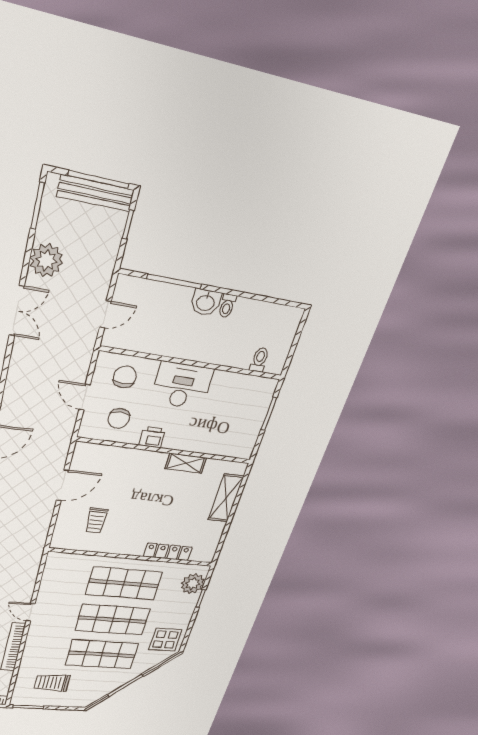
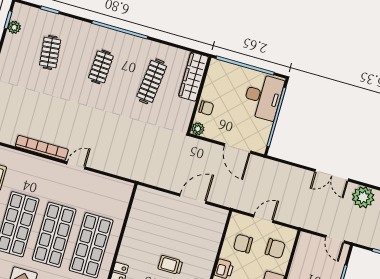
door: (105, 314) -> (335, 239), moved
door: (62, 485) -> (193, 199), swing flipped
trolley: (96, 521) -> (170, 265), moved

